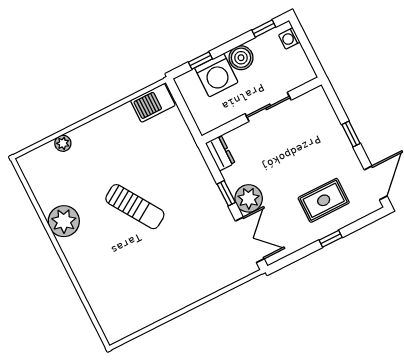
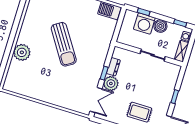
shelving: (302, 64) -> (182, 51), added
dresser: (220, 153) -> (113, 67), moved
sun lounger: (135, 207) -> (64, 44), width x1.36, depth x1.34
plant: (64, 221) -> (22, 52), moved

